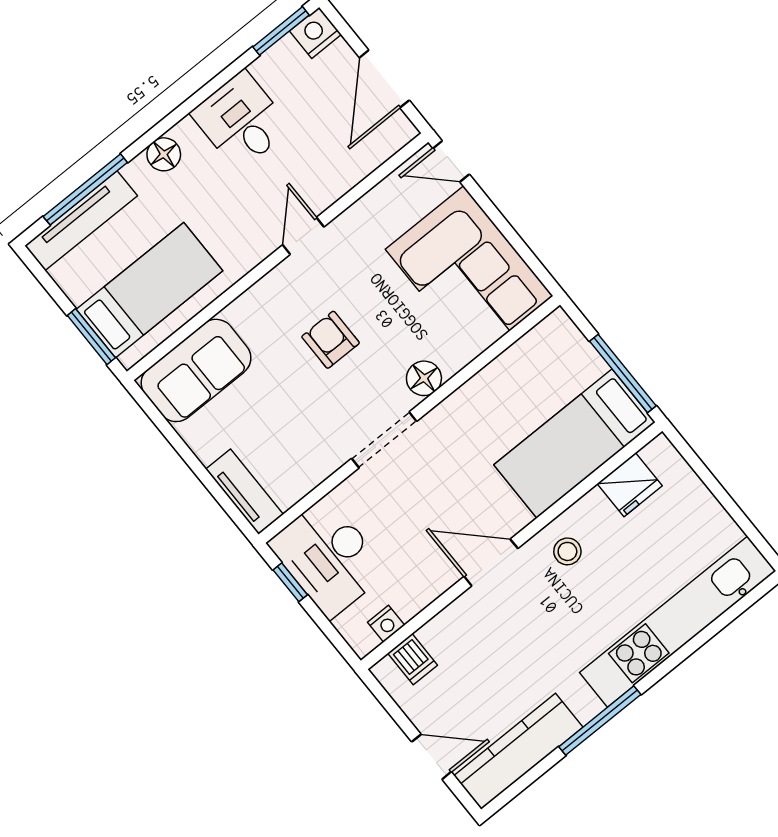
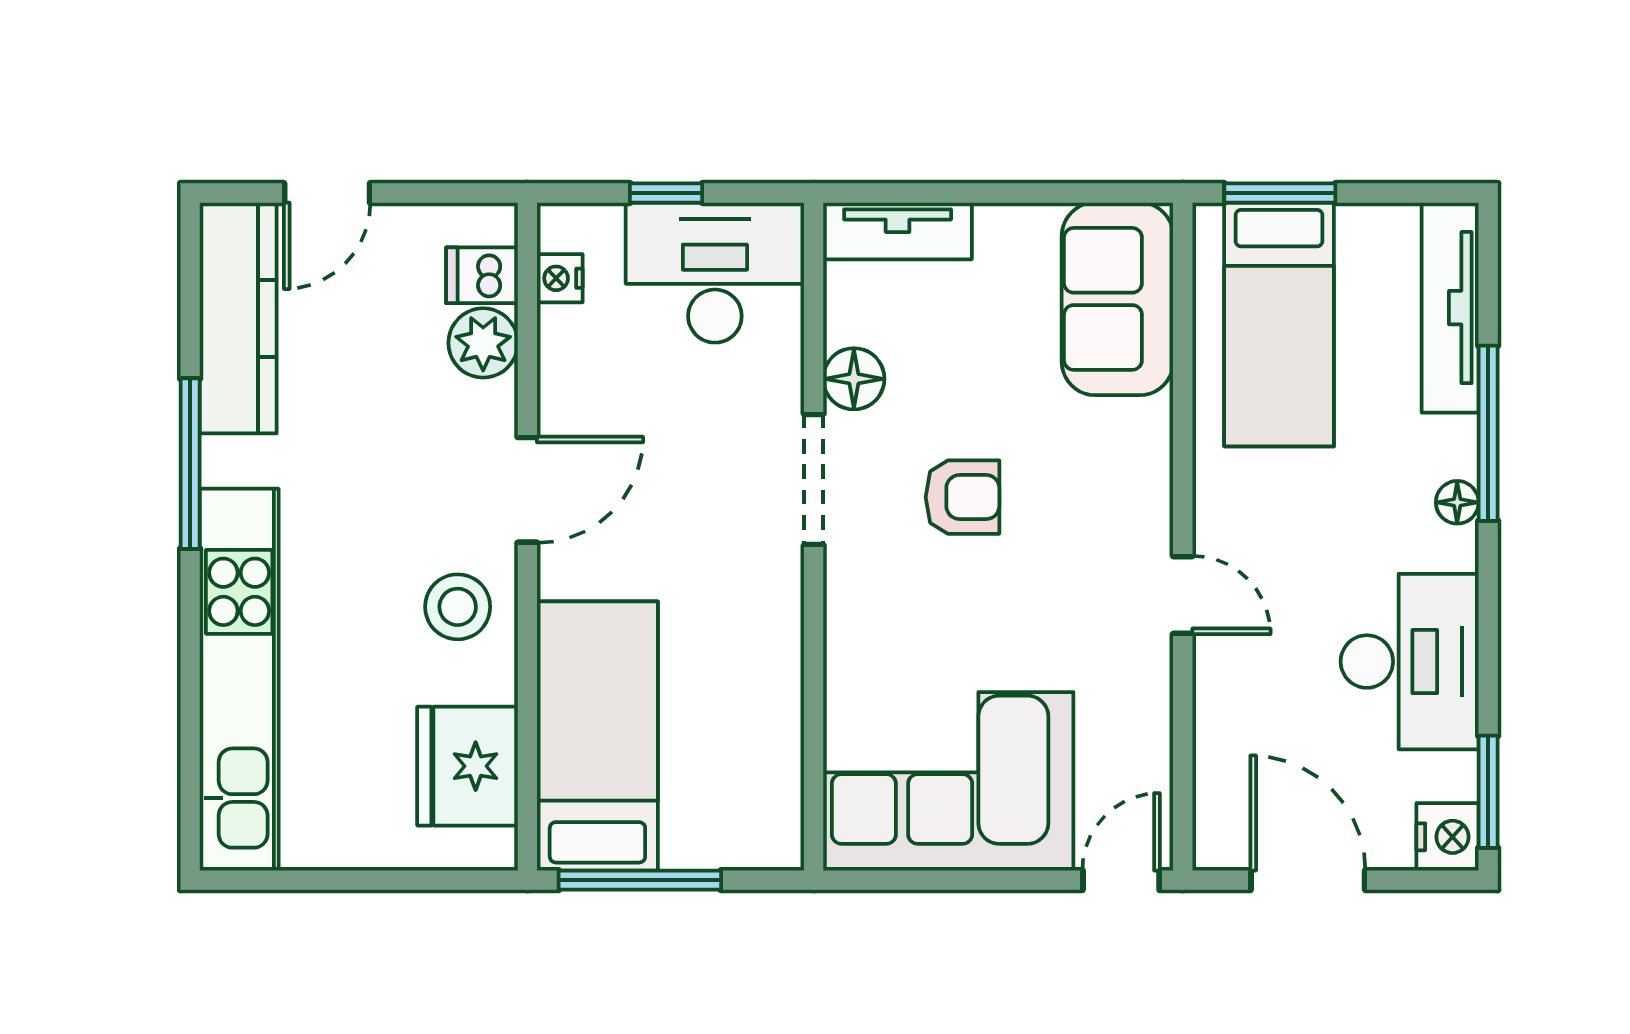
desk: (241, 121) -> (1410, 662), width x1.37
floor lamp: (164, 154) -> (1457, 502), width x0.73, depth x0.73
window: (85, 189) -> (1488, 433), moved
armchair: (331, 340) -> (963, 497), moved
floor lamp: (424, 378) -> (854, 379), moved
fridge: (630, 485) -> (467, 766), width x1.36, depth x1.34
stool: (567, 551) -> (458, 607), width x1.37, depth x1.37
window: (290, 582) -> (666, 193), moved
plant: (442, 634) -> (483, 343), added

